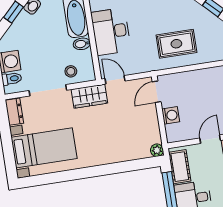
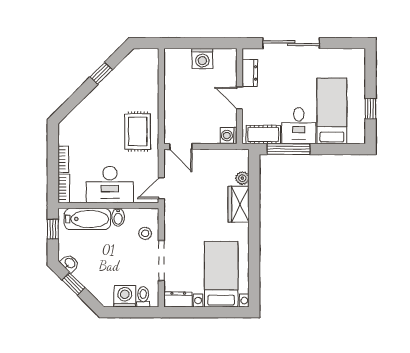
rug: (176, 44) -> (138, 131), moved
wardrobe: (89, 96) -> (239, 204), moved, turned 180
washing machine: (171, 115) -> (229, 136), moved, turned -90
plant: (157, 150) -> (242, 178), moved

